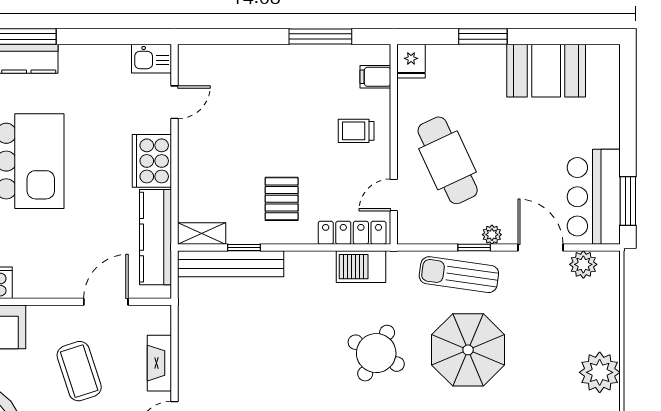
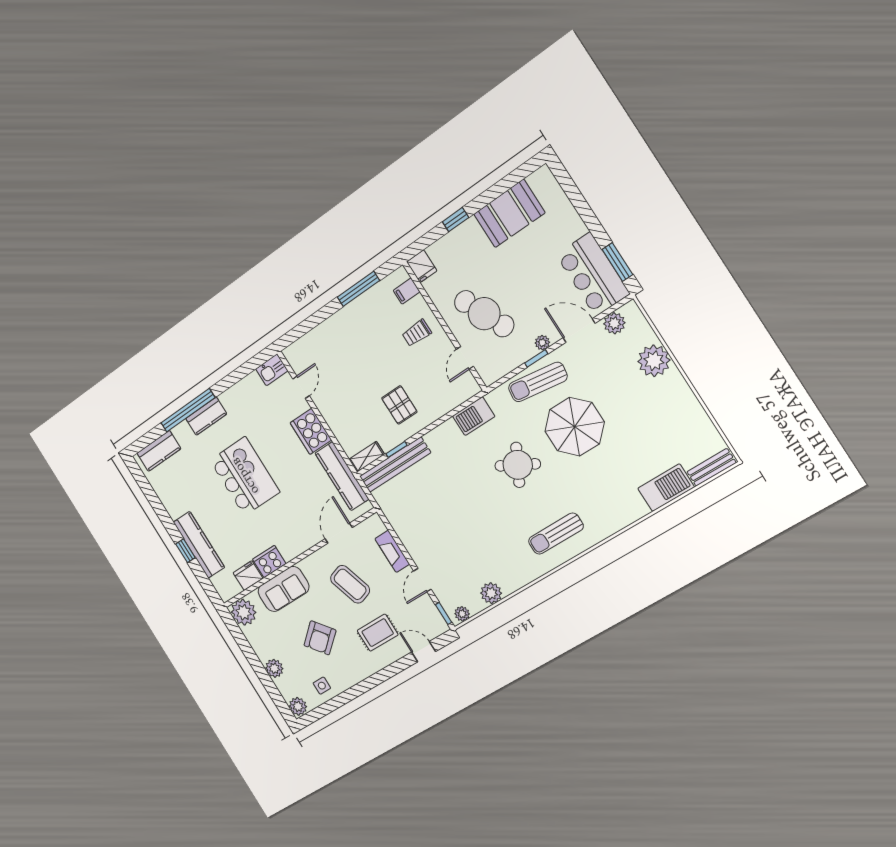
window: (483, 37) -> (456, 220), width x0.67
locker: (352, 233) -> (455, 398), removed
plant: (600, 372) -> (654, 361), moved

